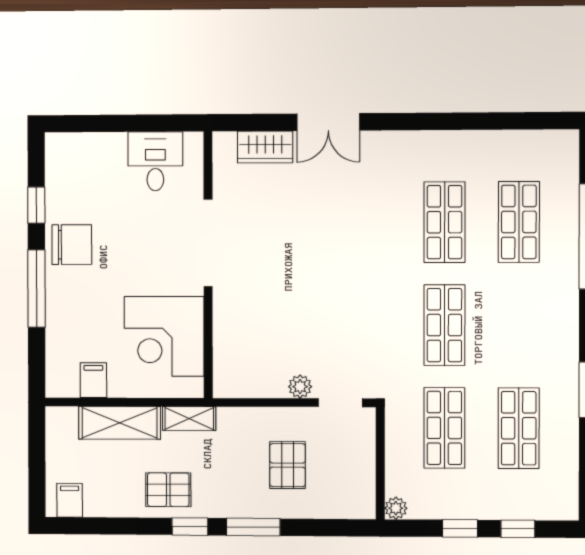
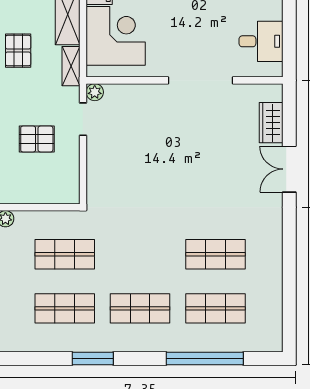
shop shelf: (444, 325) -> (140, 308), moved
corner desk: (164, 336) -> (116, 36), moved, turned 90
plant: (300, 387) -> (95, 92), moved
doorway: (340, 403) -> (83, 119), moved

